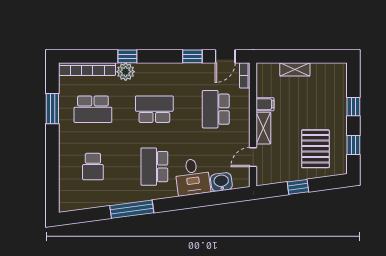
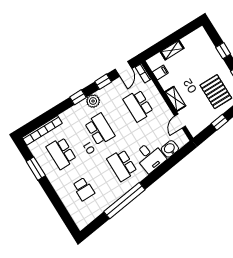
window: (127, 56) -> (78, 97), moved
plant: (126, 72) -> (93, 101), moved
filing cabinet: (265, 104) -> (160, 73), moved
school desk: (93, 109) -> (61, 153), turned 90
school desk: (154, 109) -> (100, 129), turned 90
window: (132, 209) -> (124, 201), width x1.46

